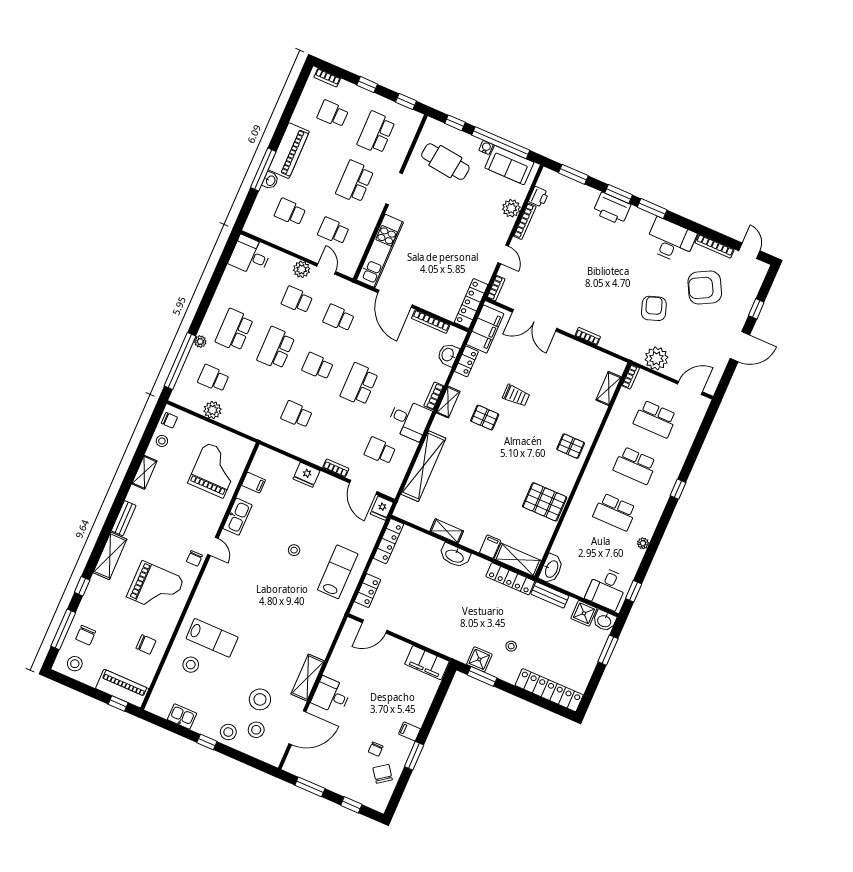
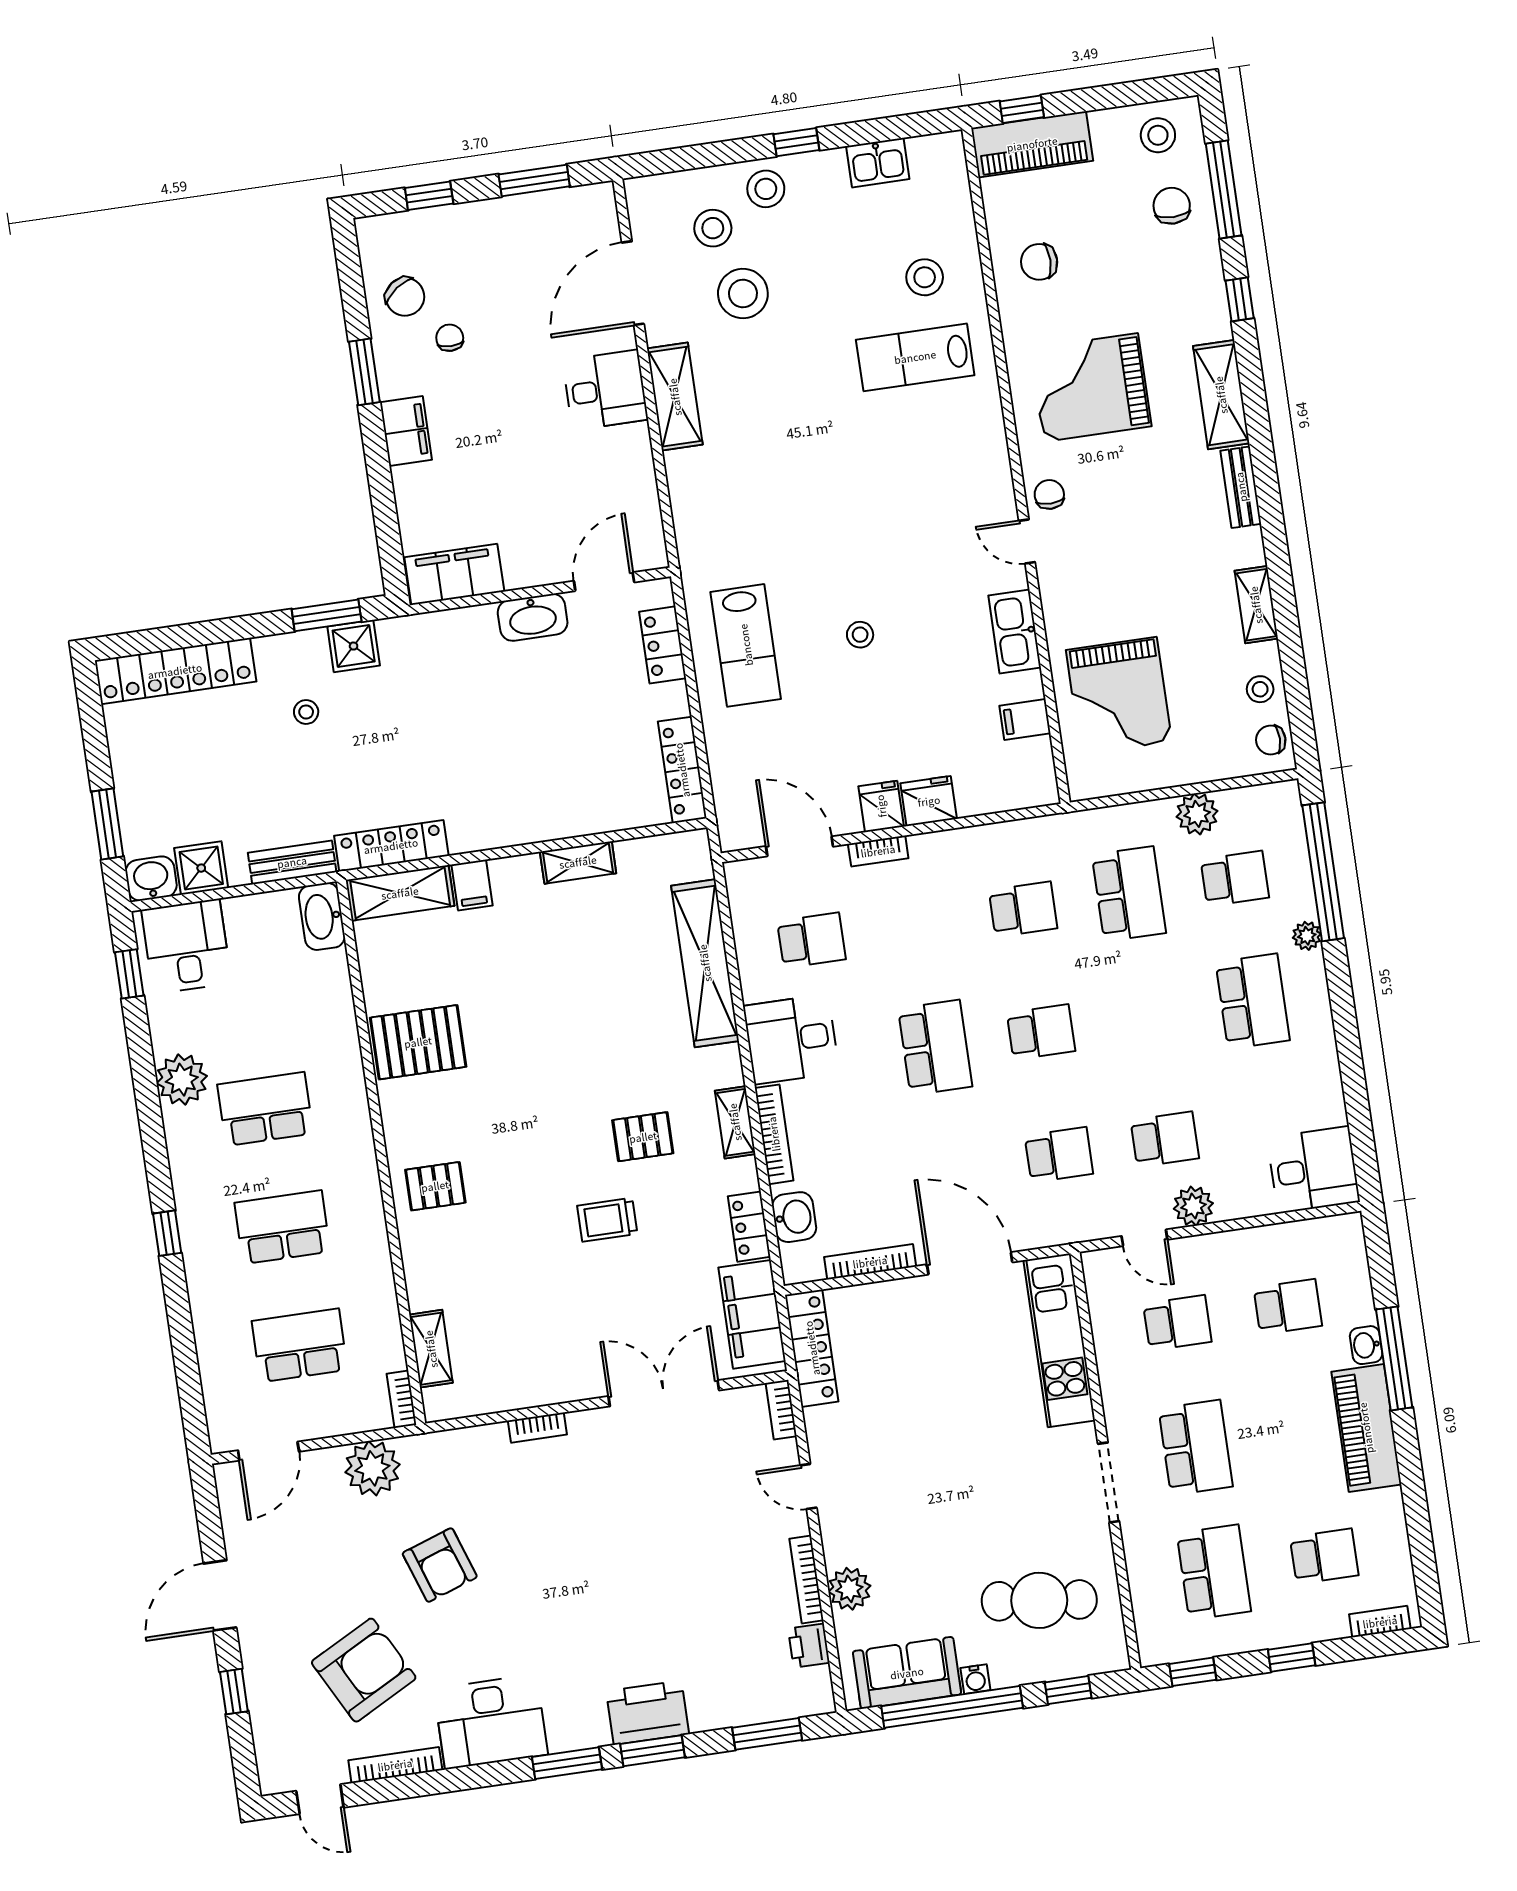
school desk: (276, 348) -> (1129, 894), moved
bookcase: (434, 396) -> (774, 1134), width x1.56
fridge: (382, 508) -> (881, 806), moved
plant: (643, 543) -> (182, 1080), width x1.88, depth x1.88
washbasin: (455, 556) -> (533, 617), moved, turned 180
filing cabinet: (410, 731) -> (406, 431), width x2.00

